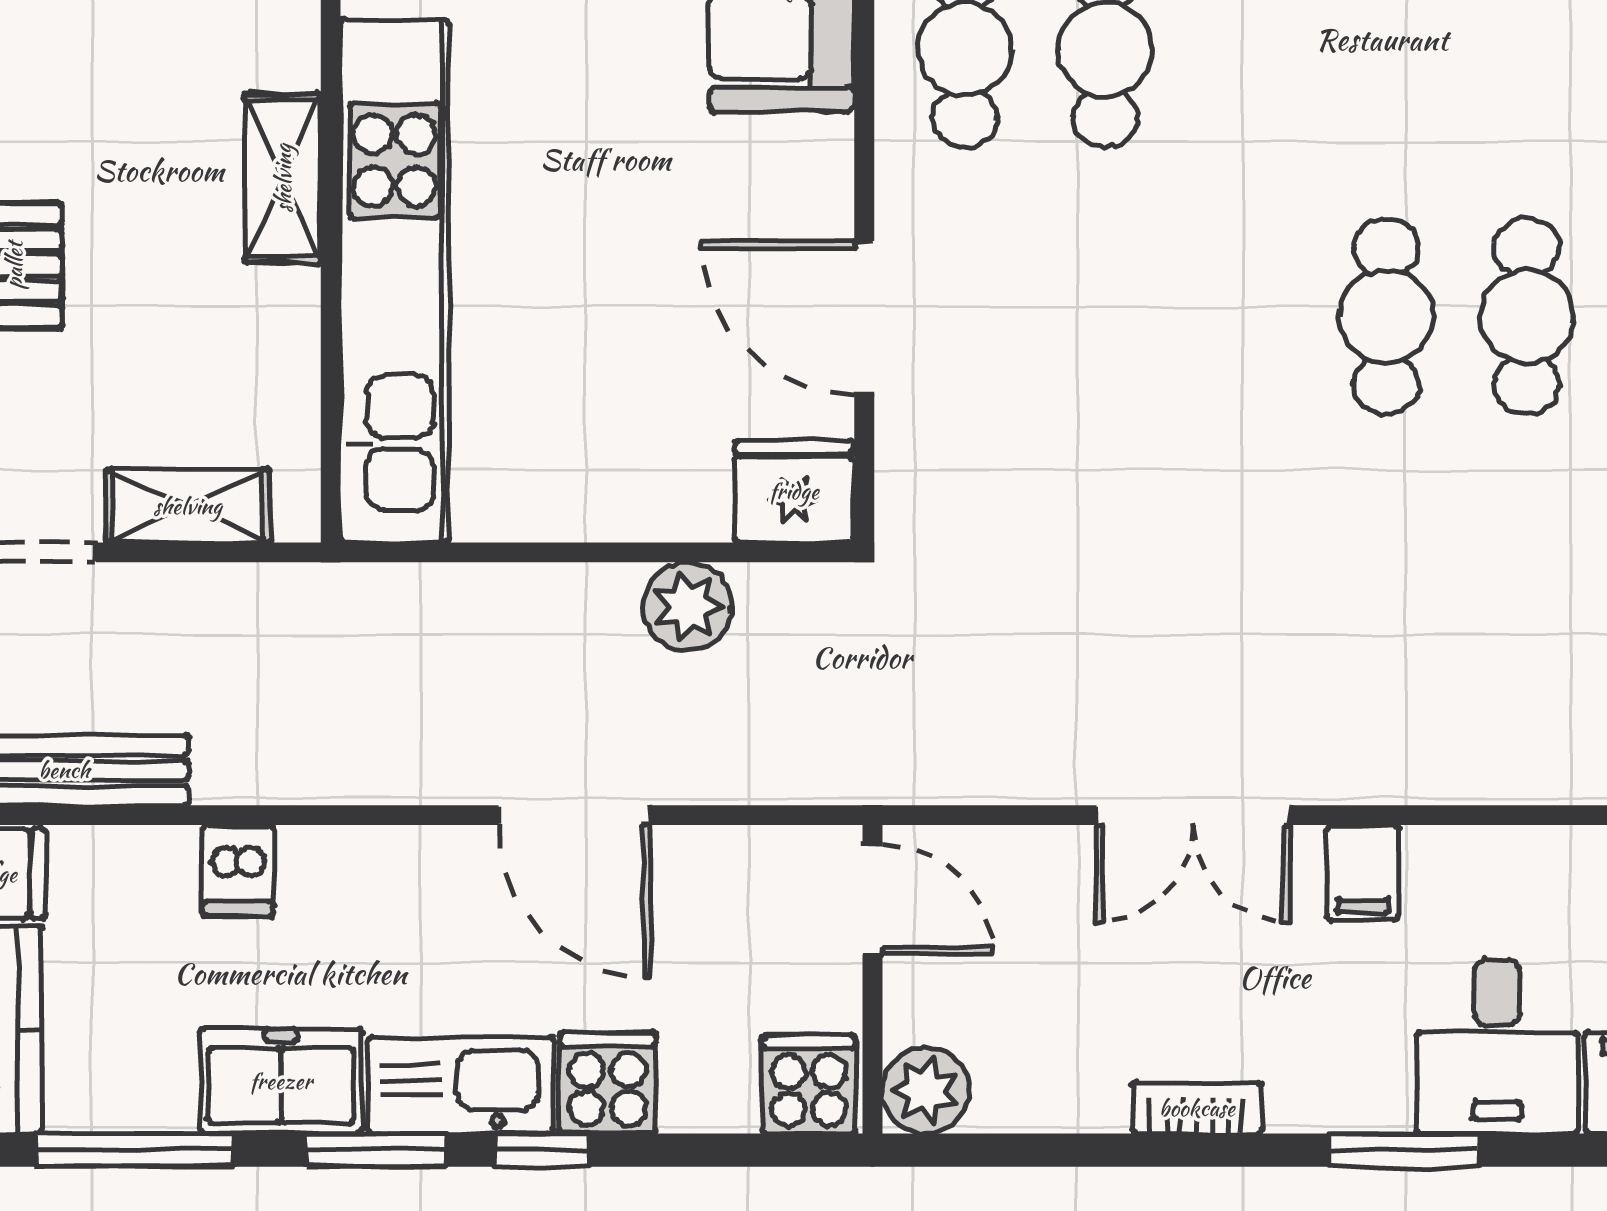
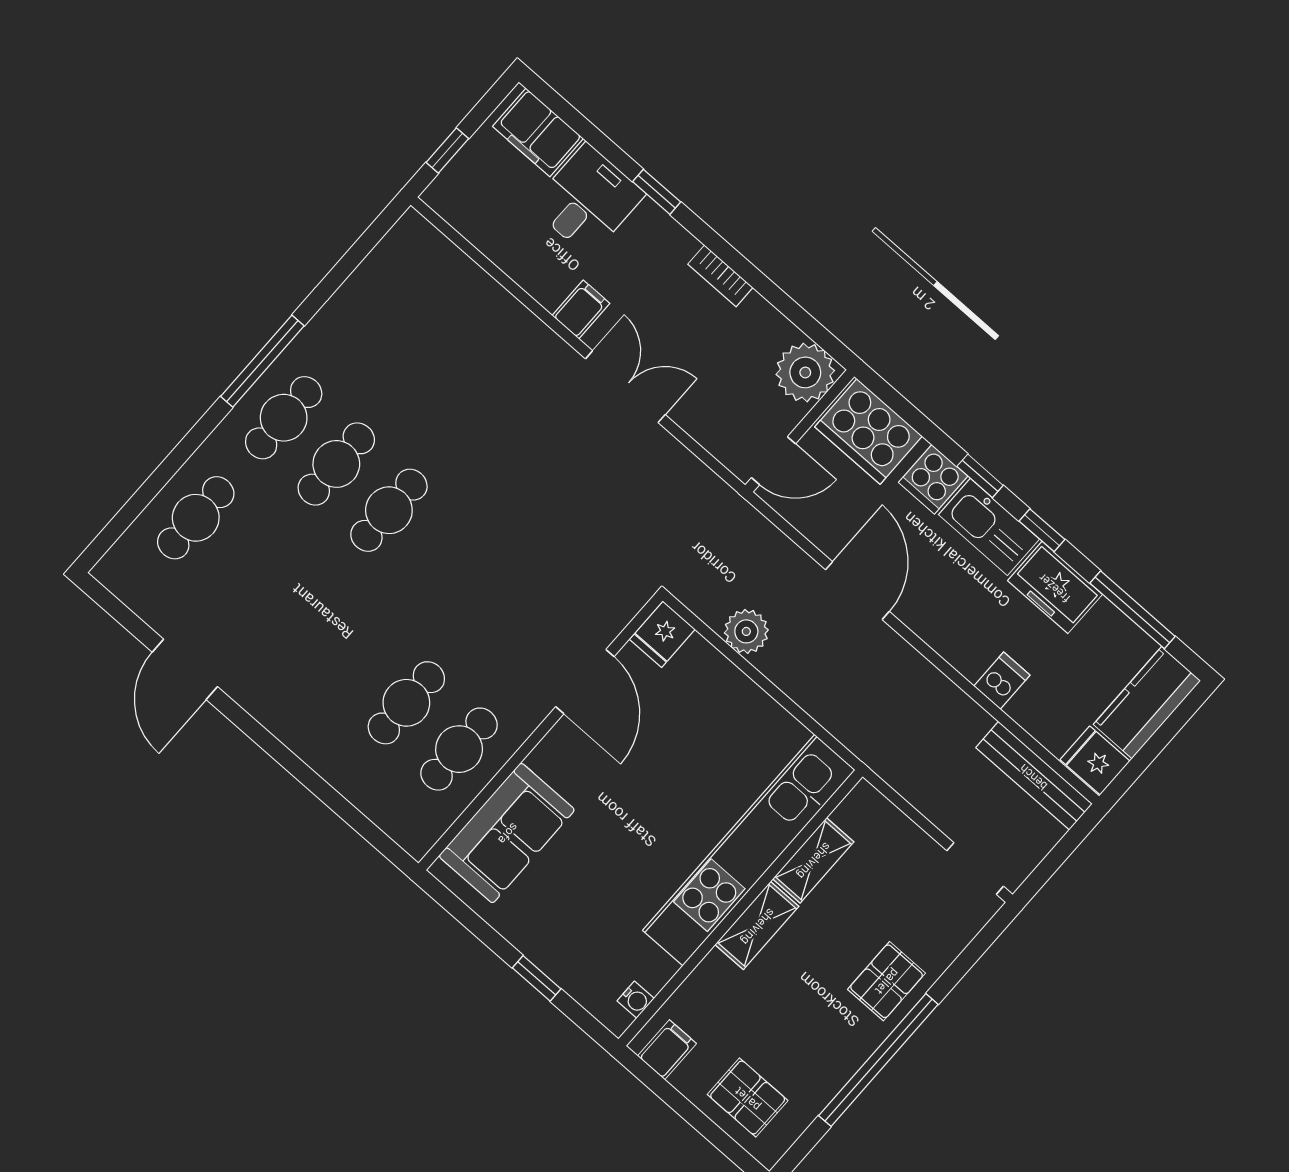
fridge: (794, 491) -> (662, 634), width x0.72
shelving: (188, 506) -> (813, 860), moved, turned 90
door: (873, 900) -> (774, 461), swing flipped
cooker: (809, 1084) -> (869, 432), width x1.87, depth x1.31
plant: (926, 1090) -> (805, 372), width x1.36, depth x1.36
window: (376, 1150) -> (1042, 530), width x0.67
window: (1404, 1150) -> (657, 192), width x0.67

